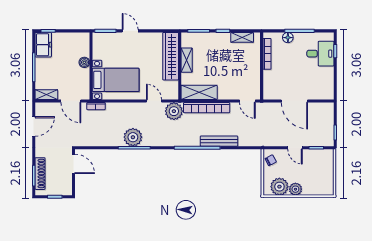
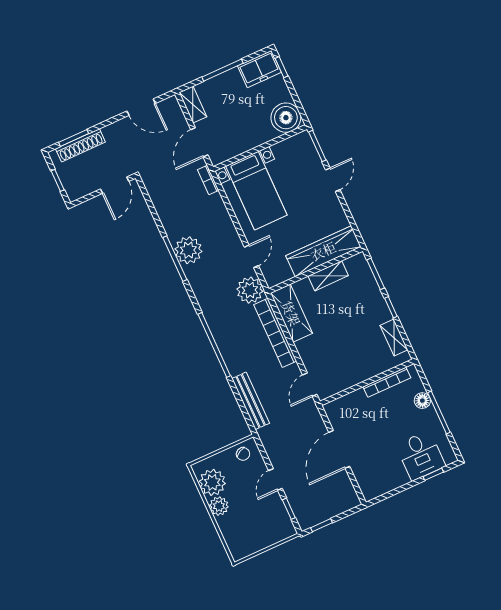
boiler: (84, 62) -> (286, 118), moved, width x1.86, depth x1.86
bench: (219, 141) -> (251, 401), moved

